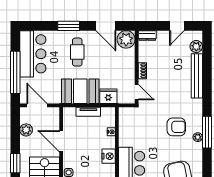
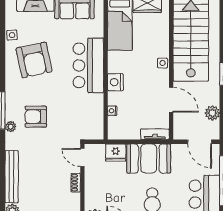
tv unit: (88, 112) -> (155, 134), moved
plant: (198, 137) -> (10, 127), moved

